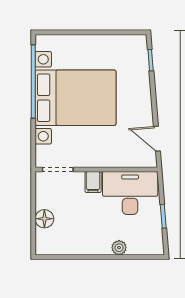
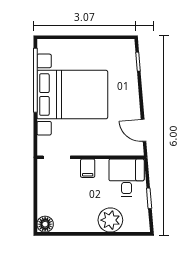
desk: (130, 193) -> (127, 178), width x0.73
floor lamp: (44, 219) -> (45, 224), moved
plant: (119, 248) -> (110, 220), width x1.88, depth x1.88

